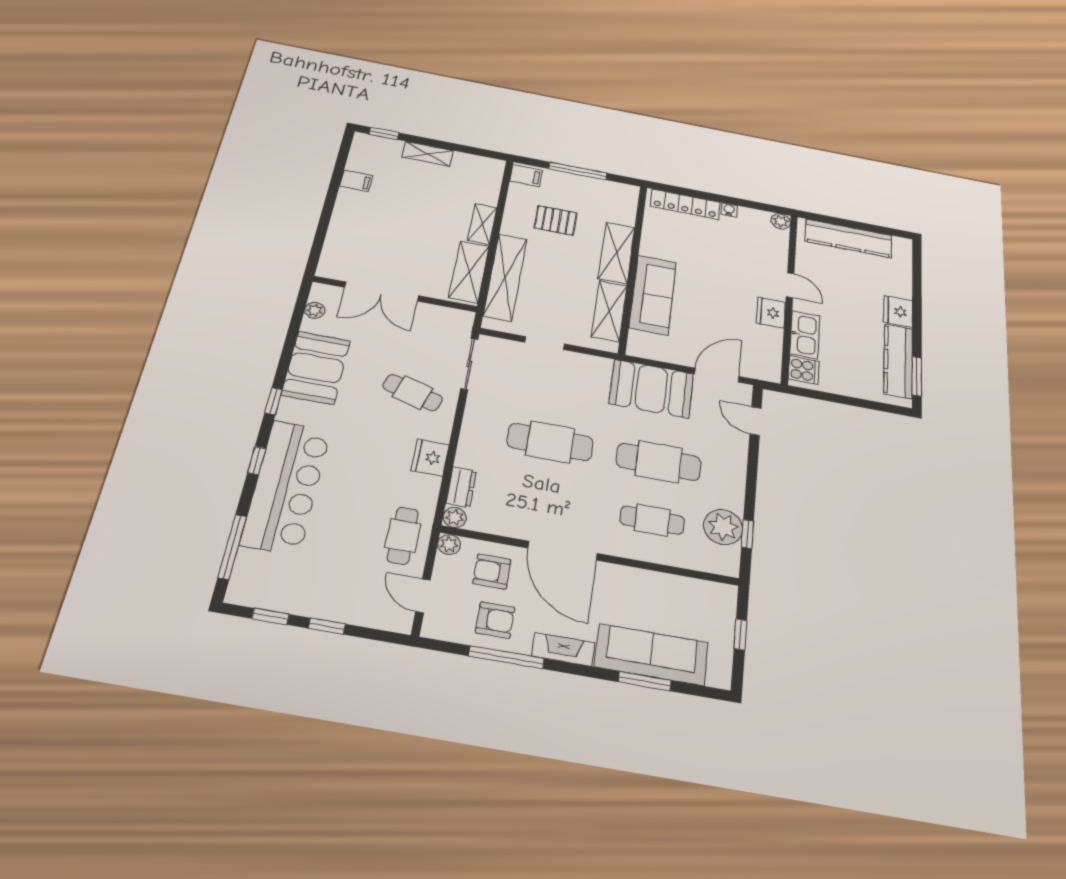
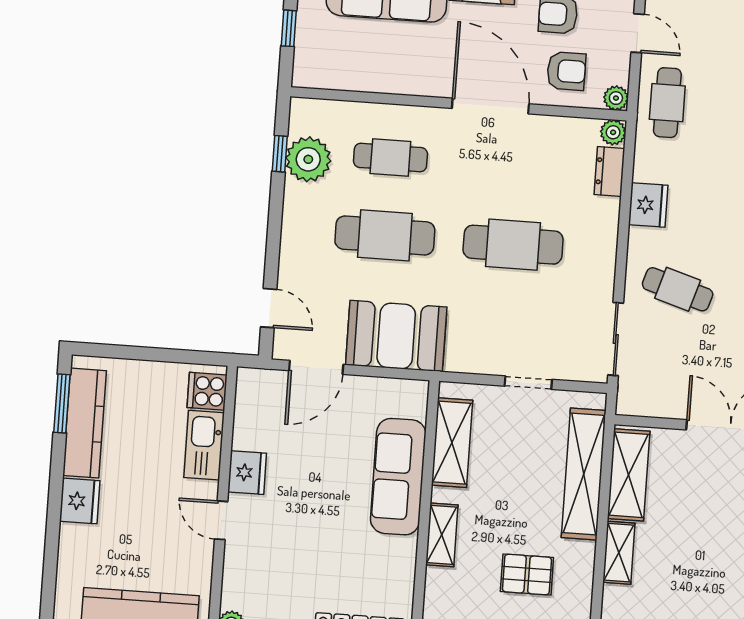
shelving: (617, 253) -> (442, 535), width x0.67, depth x0.75

